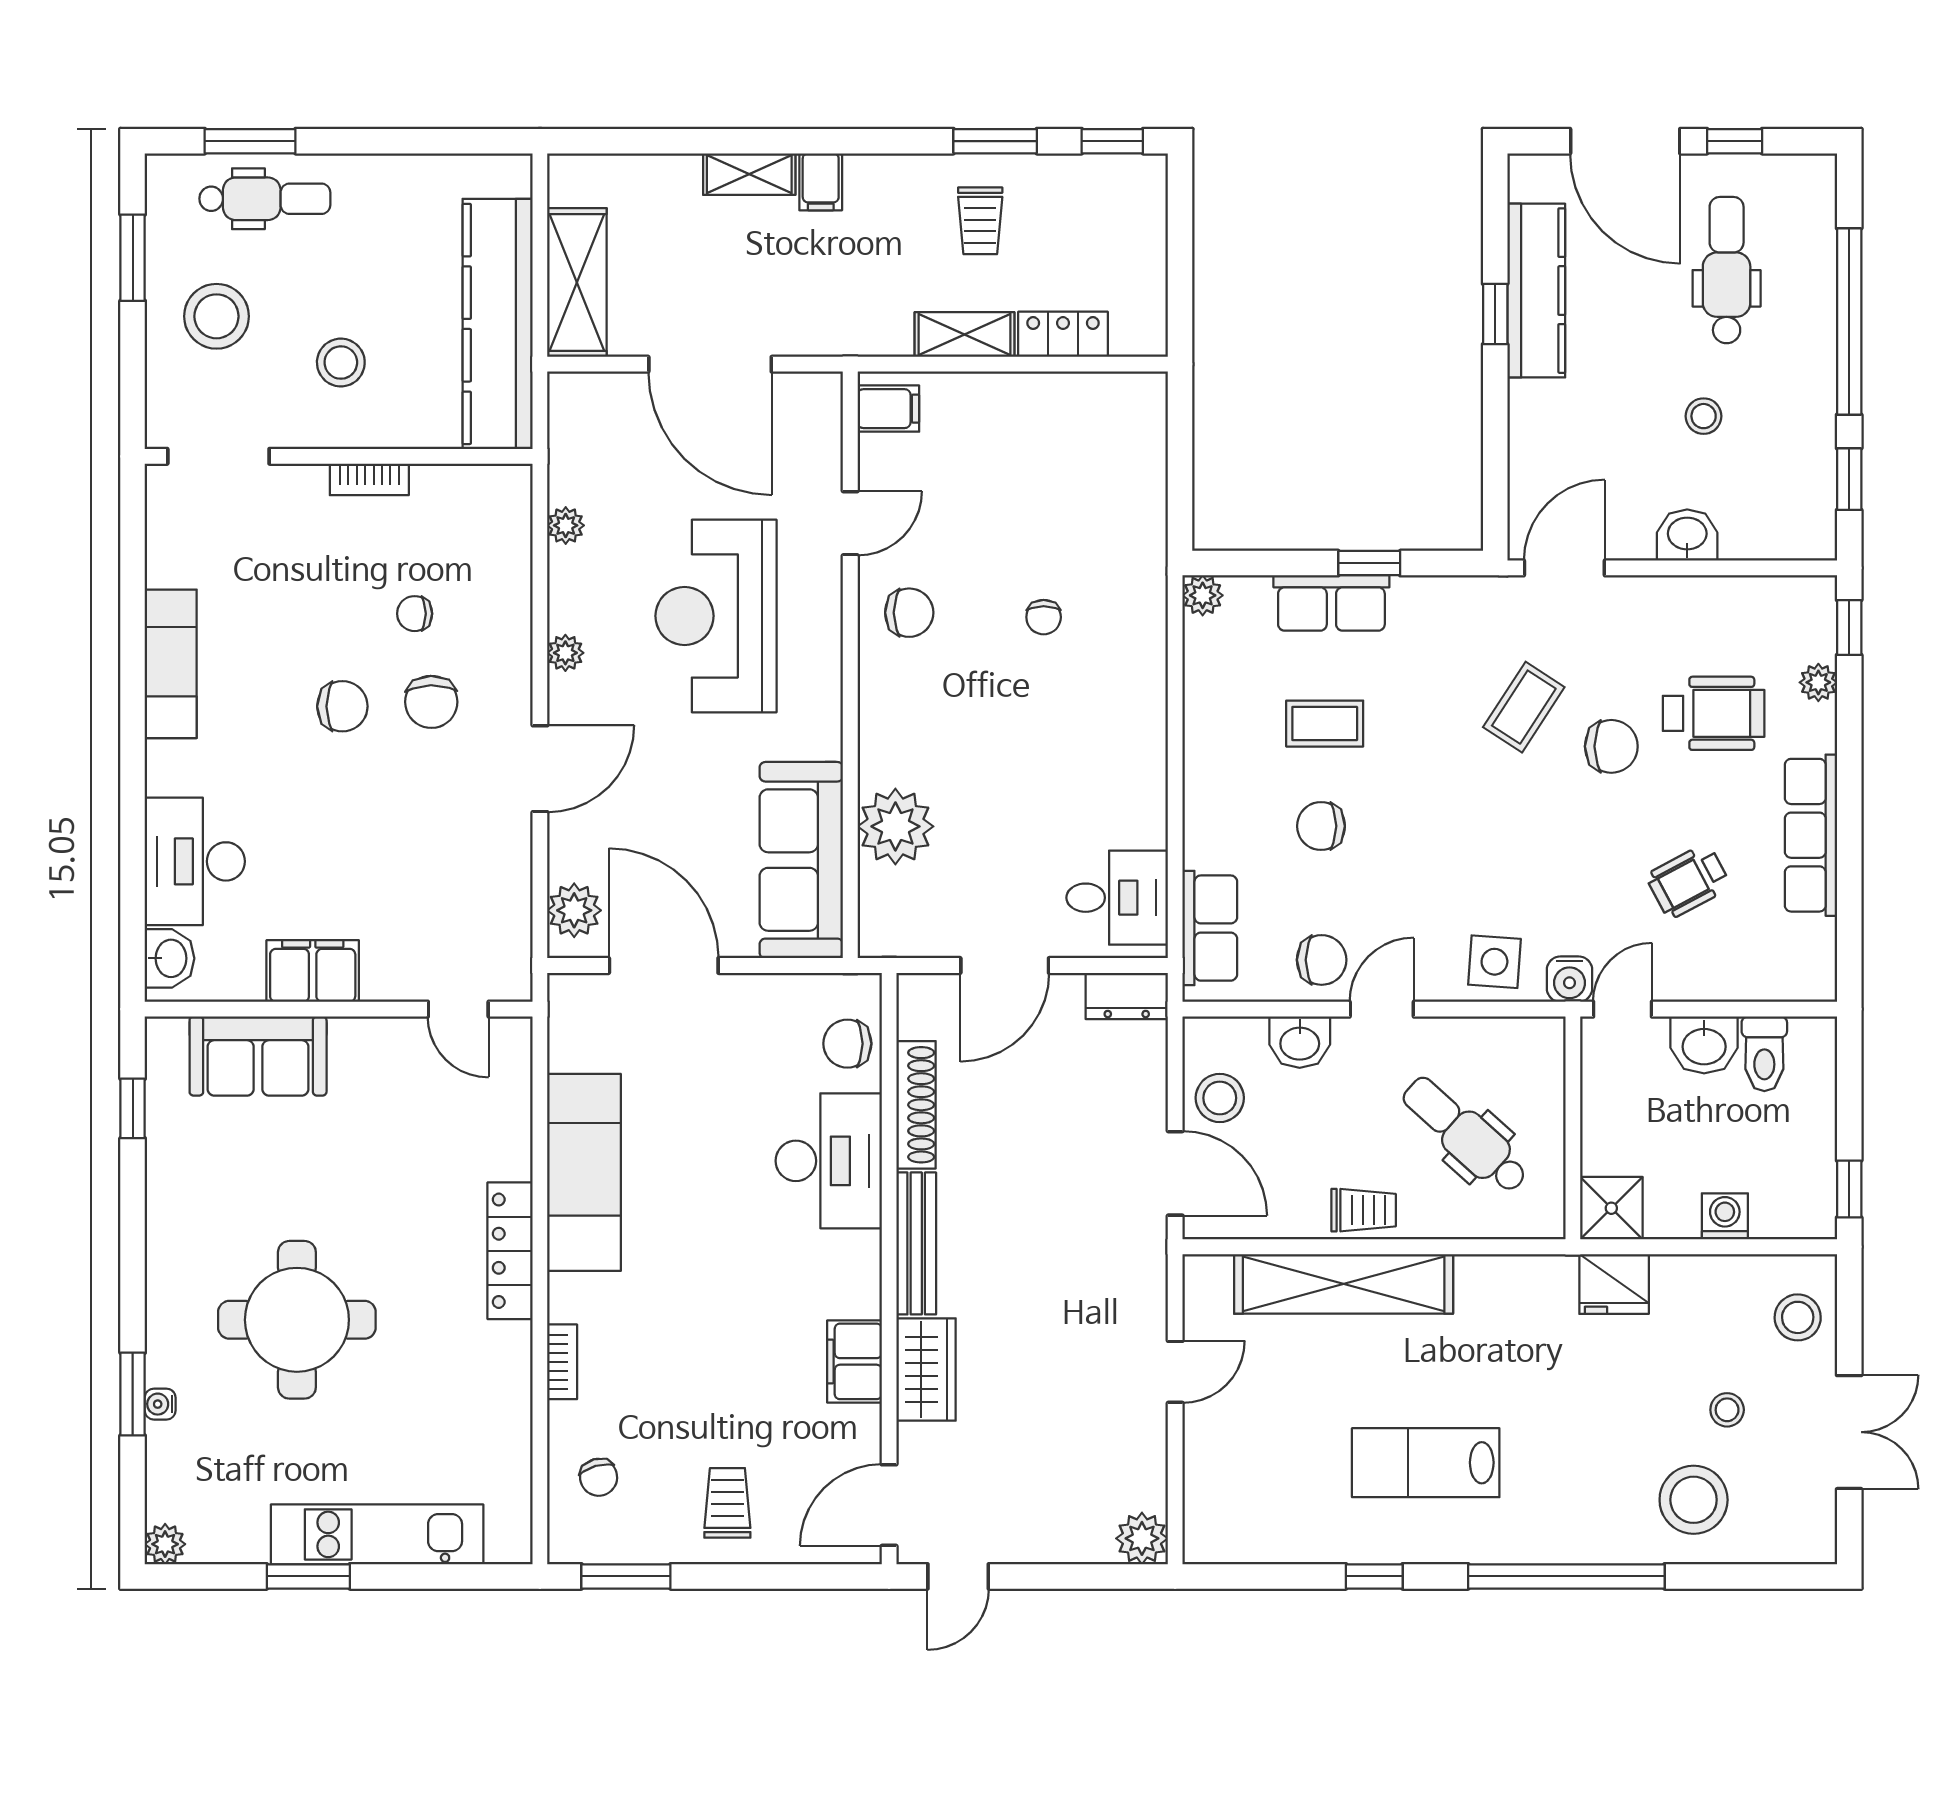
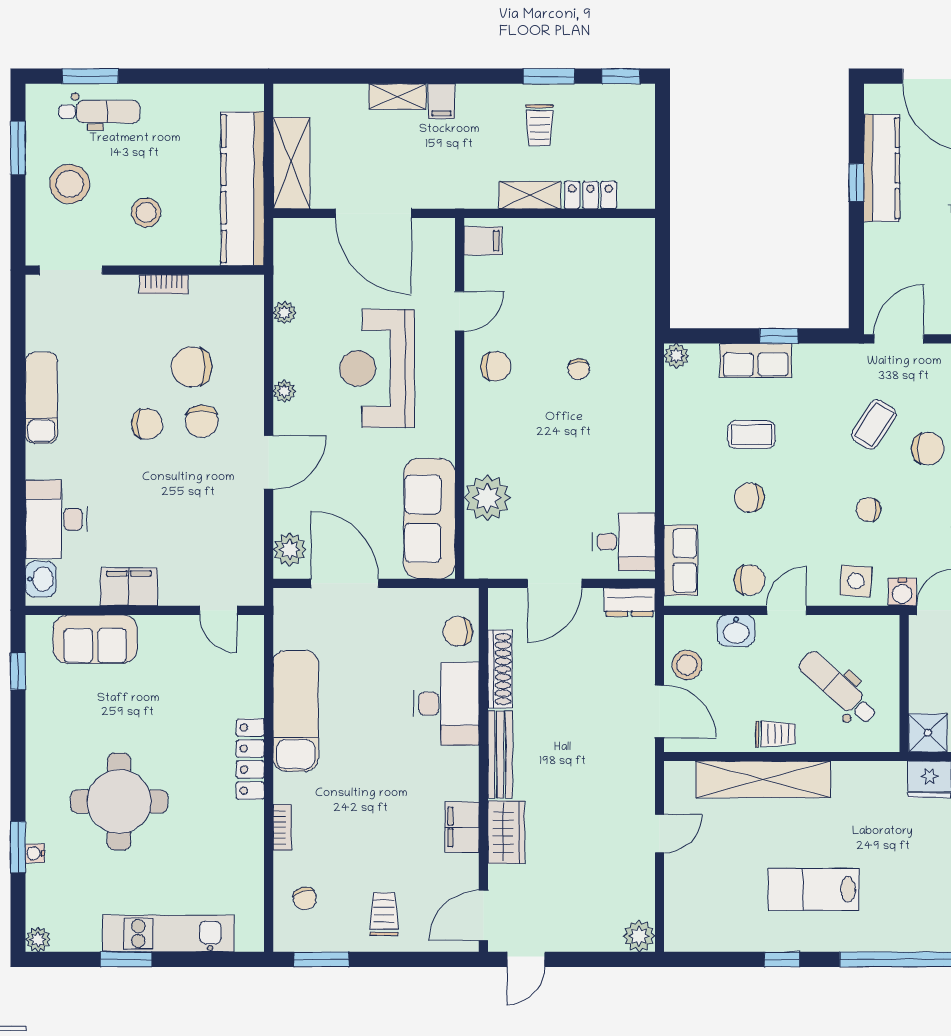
chair: (415, 614) -> (192, 367), width x1.87, depth x1.87
chair: (1515, 845) -> (869, 509), added

